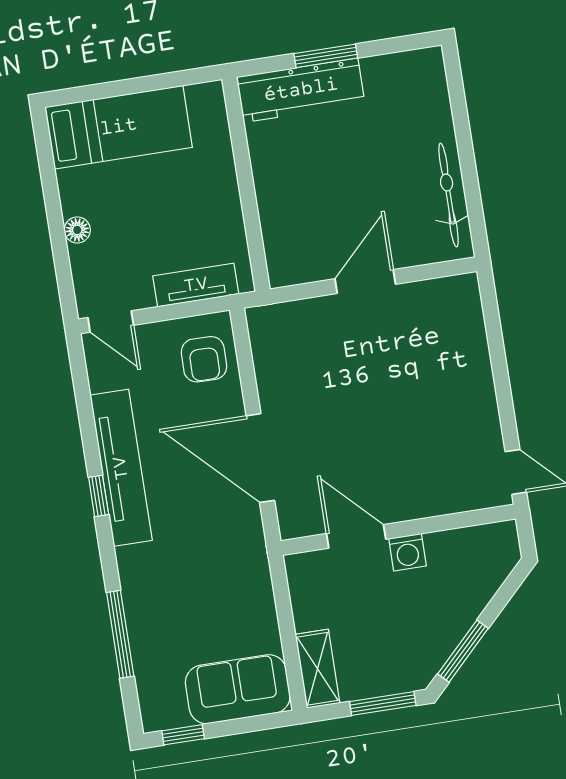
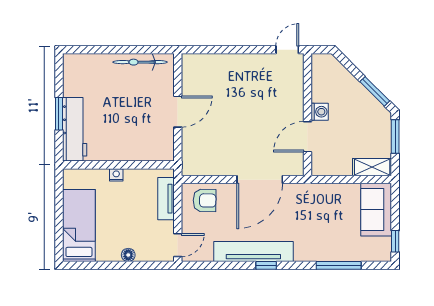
nightstand: (226, 183) -> (116, 175), added
door: (365, 282) -> (178, 112), swing flipped

